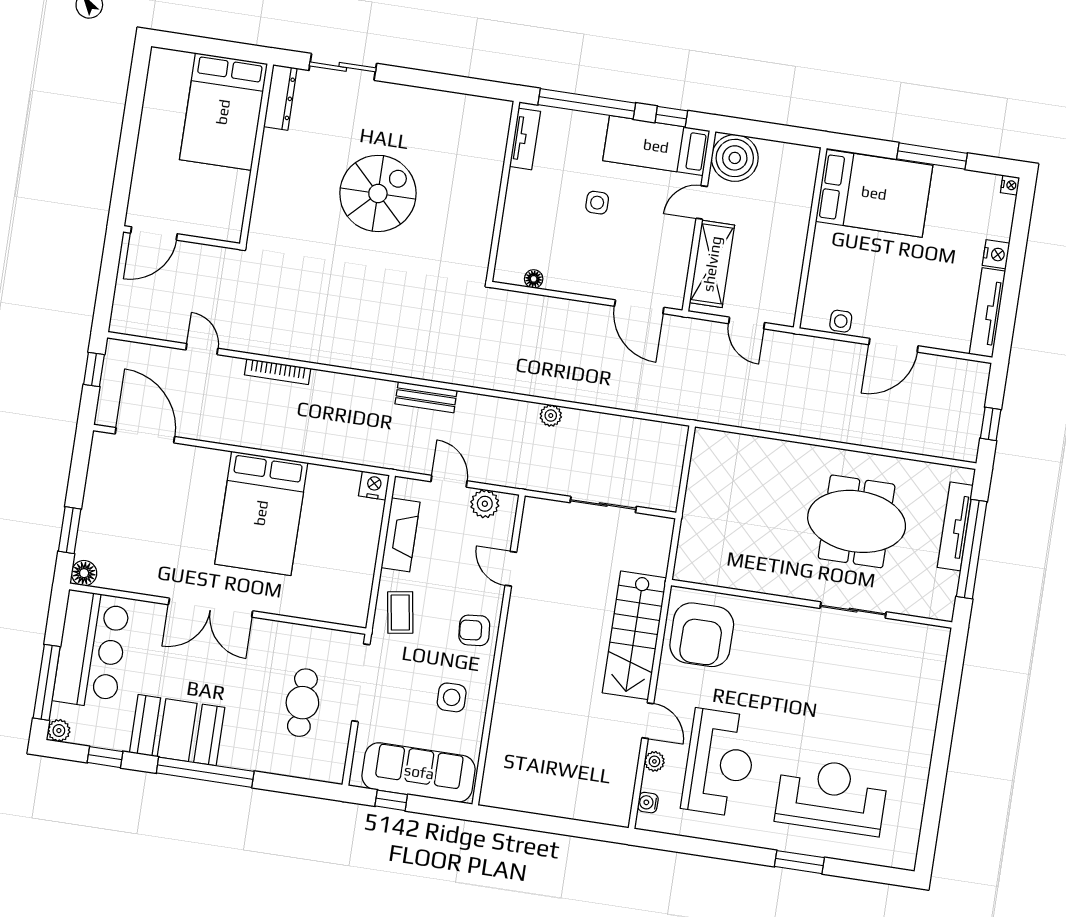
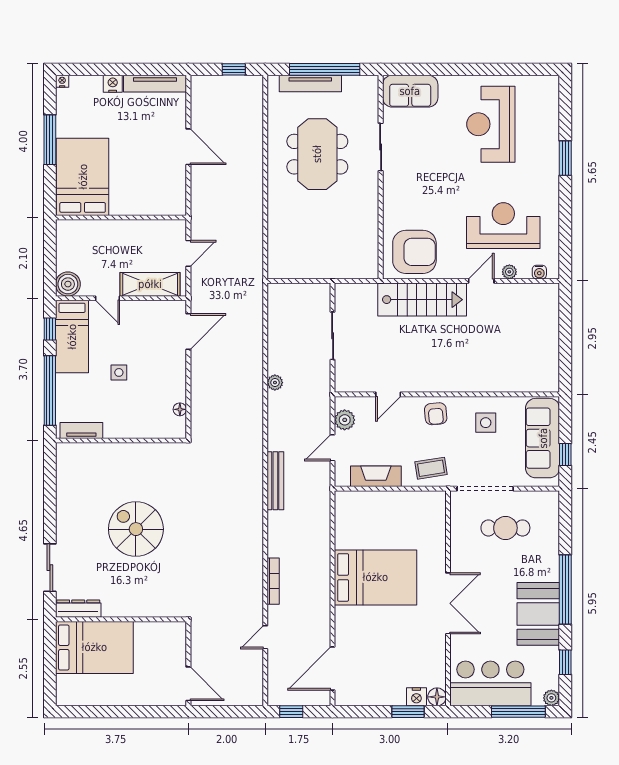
boiler: (735, 158) -> (68, 284), width x0.73, depth x0.73
side table: (841, 321) -> (177, 187), removed
bench: (426, 397) -> (275, 481), width x1.36
nightstand: (374, 485) -> (416, 697), moved, turned -90
sofa: (924, 662) -> (410, 91), added
reception desk: (832, 796) -> (491, 124), moved

